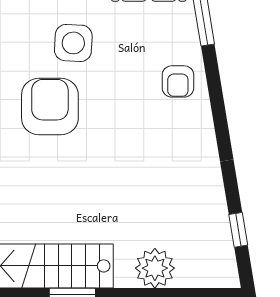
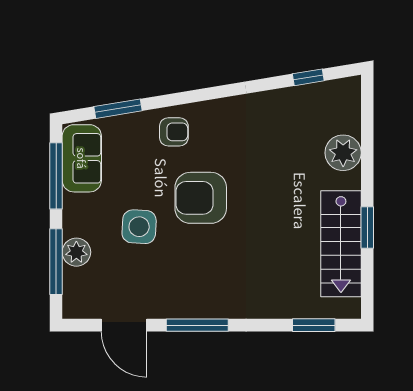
armchair: (50, 107) -> (201, 198), moved

